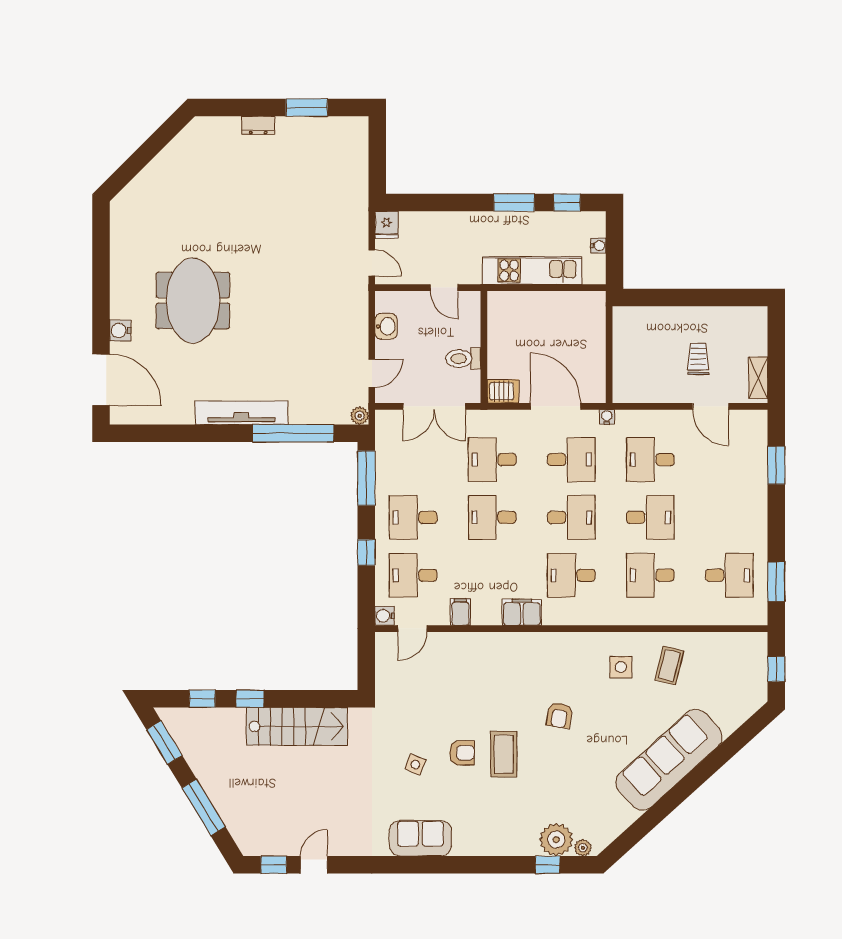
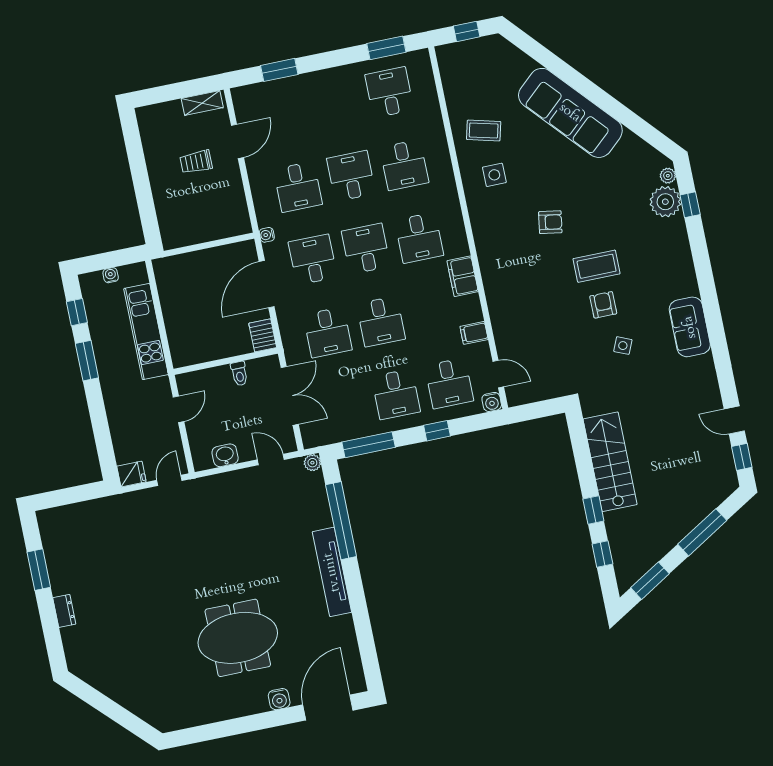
toilet: (463, 359) -> (239, 374), width x0.73, depth x0.72

